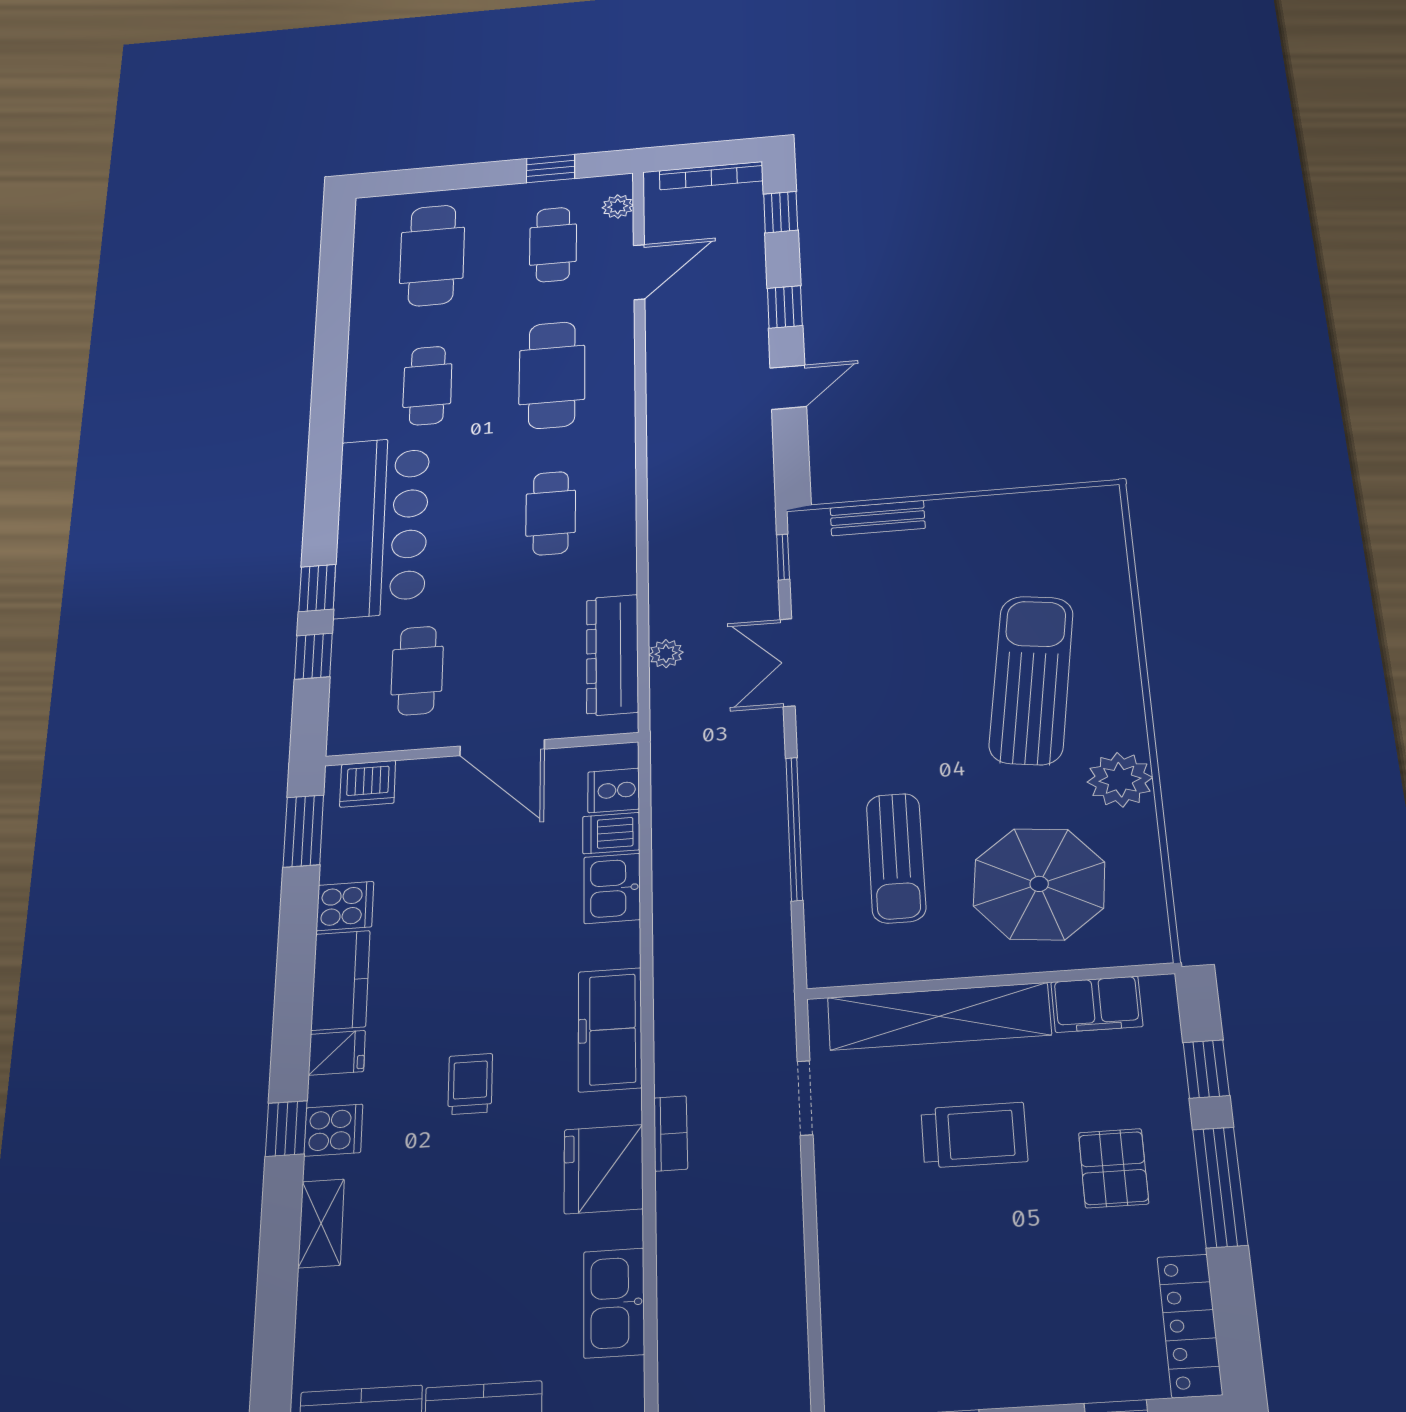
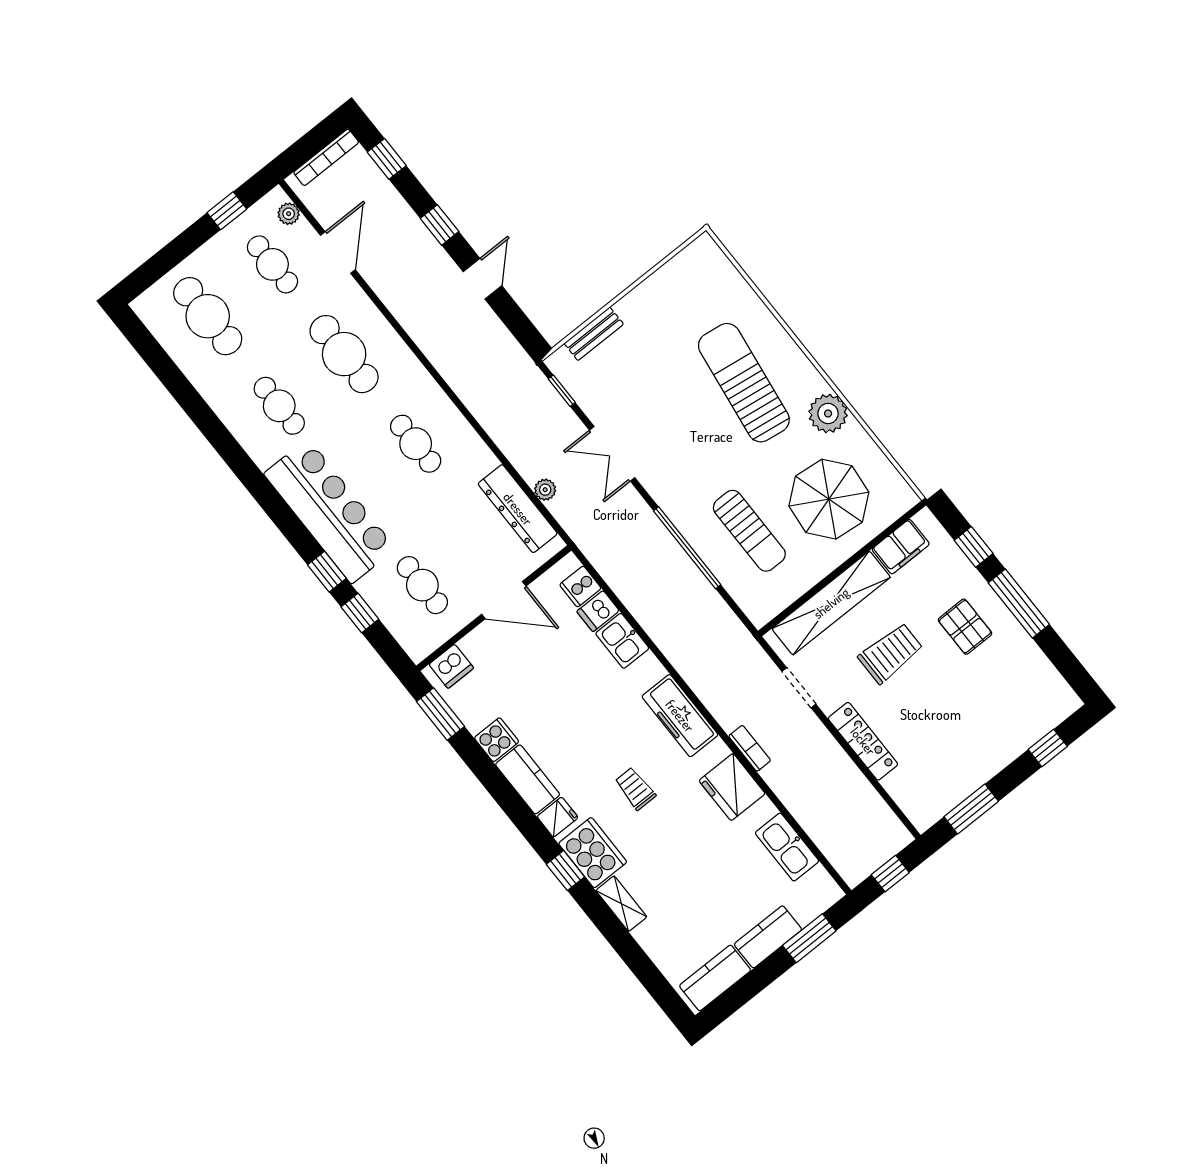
cooker: (333, 1130) -> (593, 853), width x1.87, depth x1.31
locker: (1190, 1325) -> (863, 741), moved, turned 180

